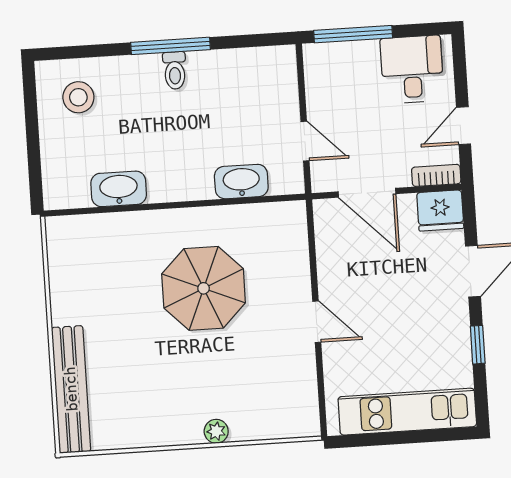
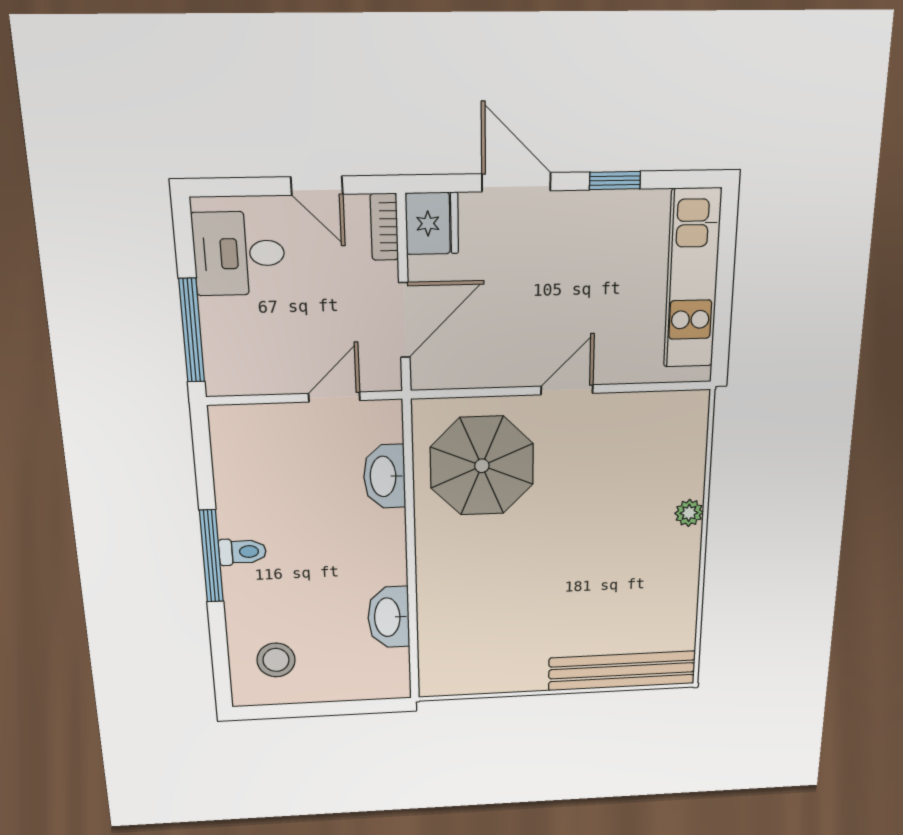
parasol: (204, 288) -> (482, 466), moved

